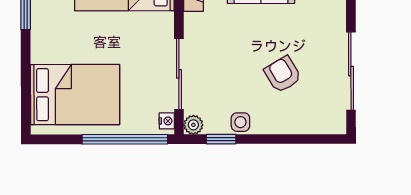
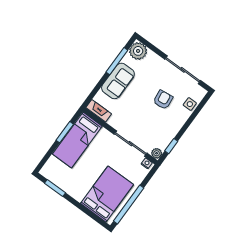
armchair: (283, 74) -> (163, 100), turned 114
side table: (240, 122) -> (190, 104), moved
window: (125, 139) -> (129, 204), moved

